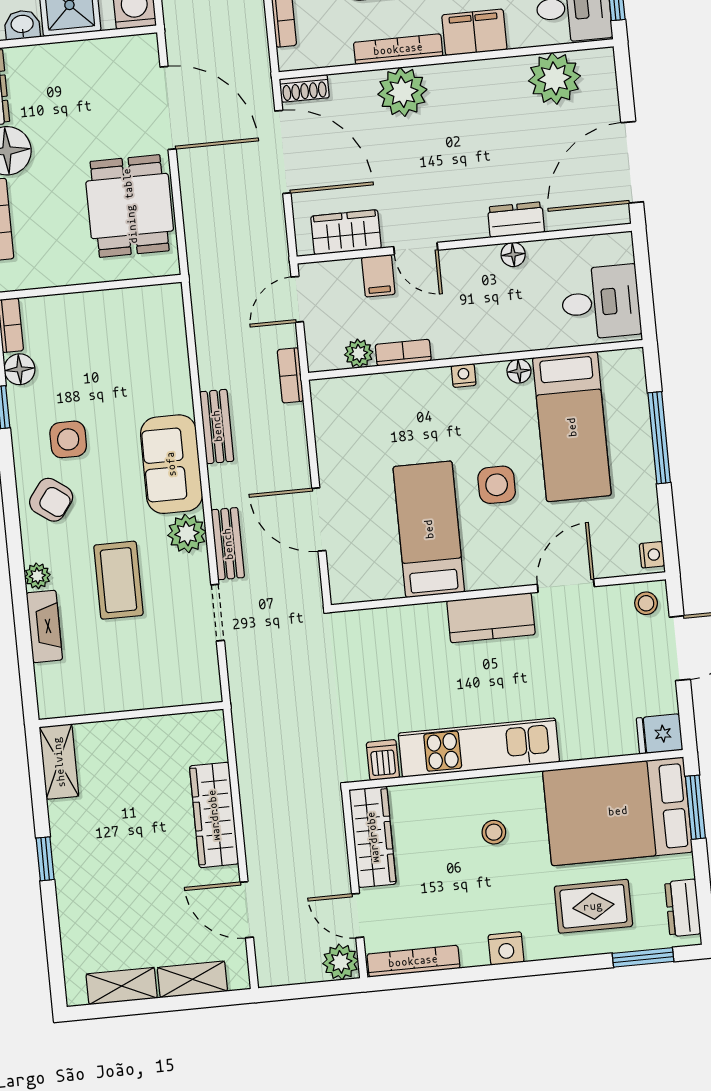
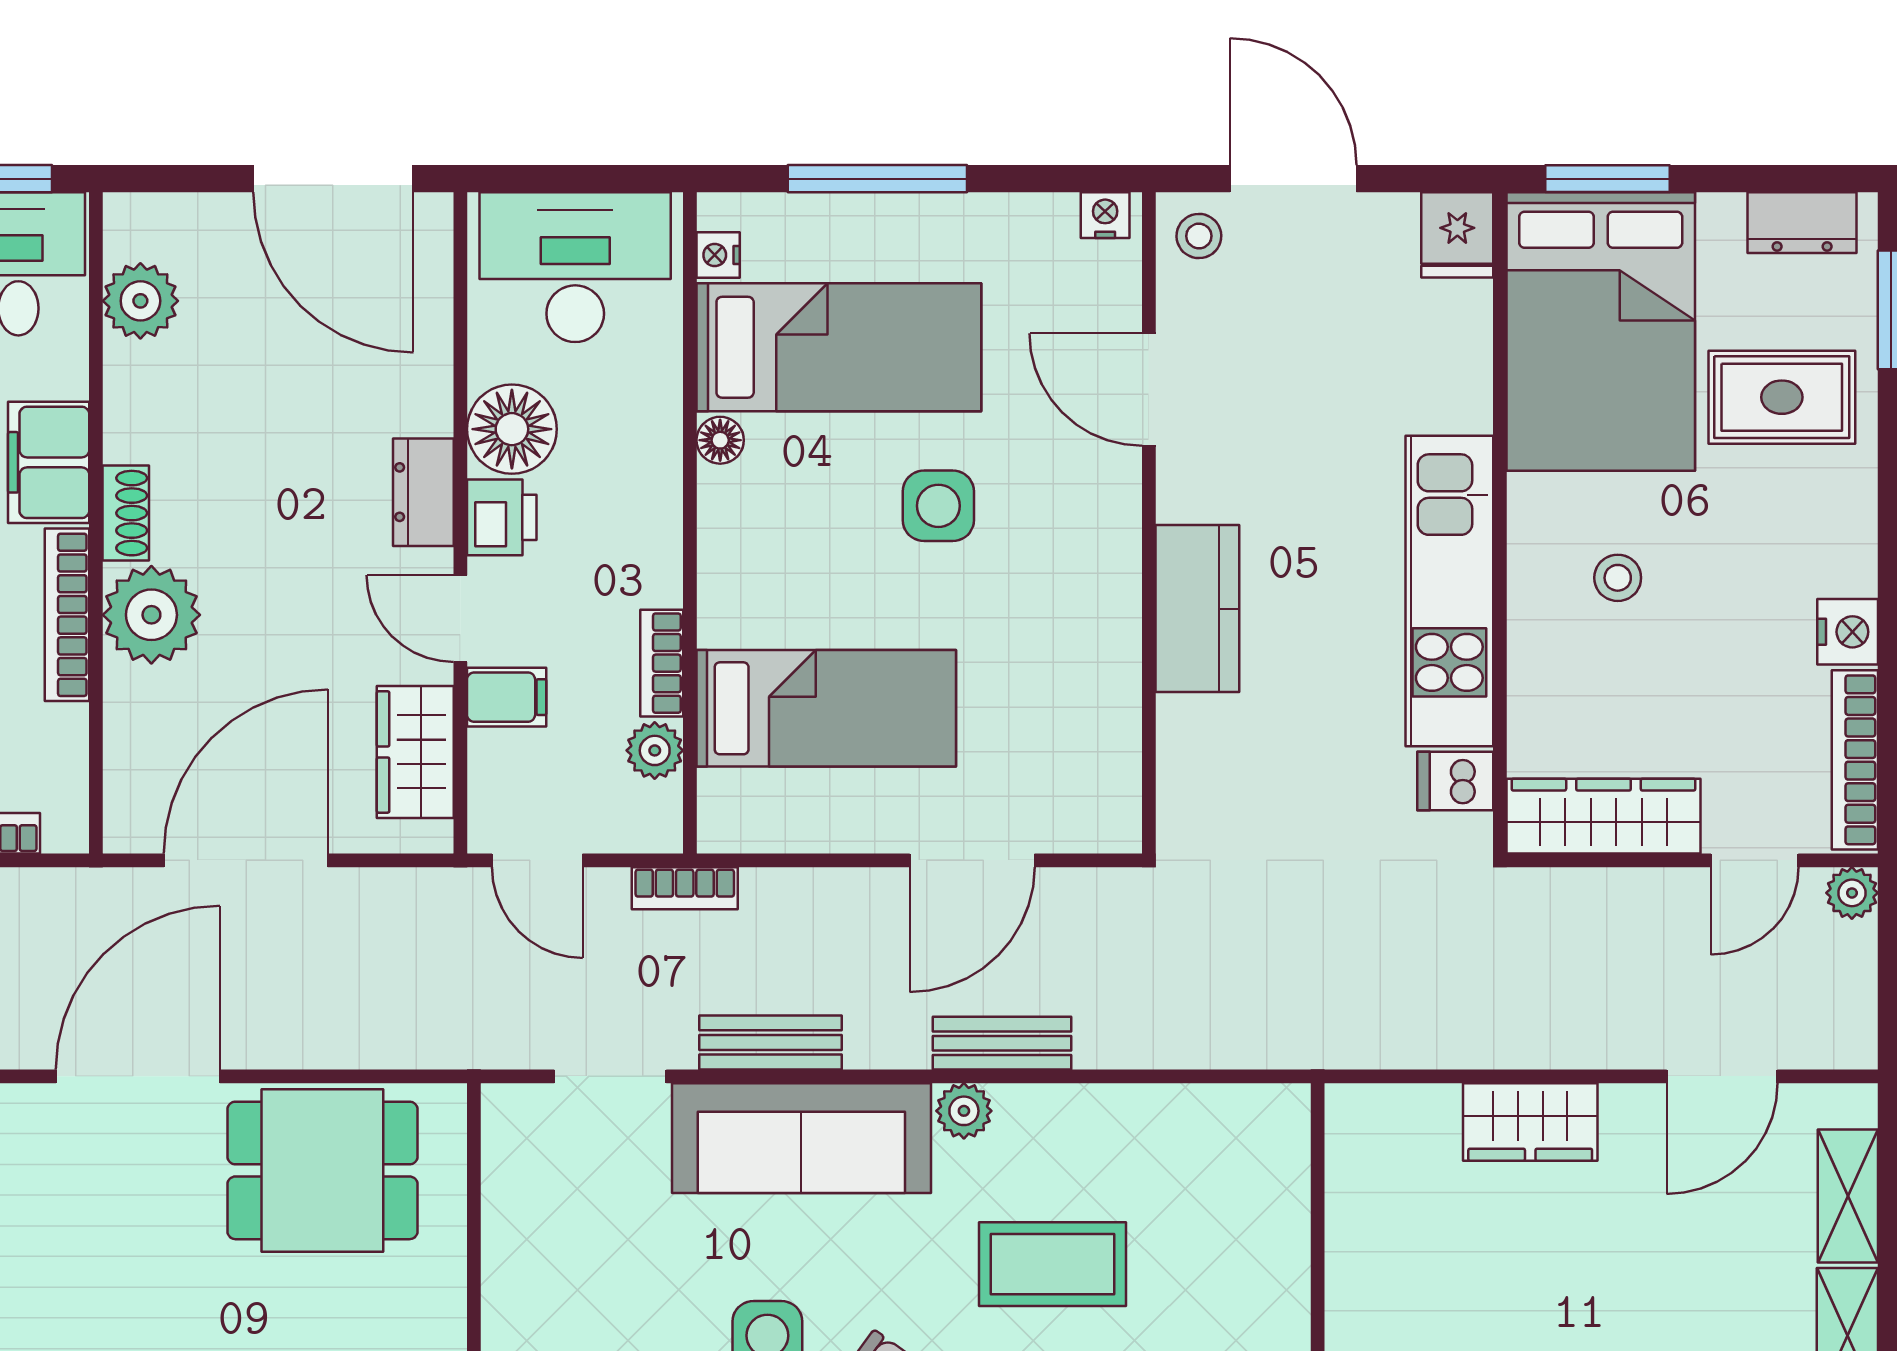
plant: (554, 78) -> (140, 301), width x0.73, depth x0.73
shoe rack: (304, 88) -> (126, 513), moved
dresser: (516, 220) -> (423, 492), moved
door: (416, 248) -> (460, 619), swing flipped
floor lamp: (513, 254) -> (512, 429), width x1.89, depth x1.89
printer: (469, 264) -> (502, 517), added
desk: (601, 302) -> (575, 267), width x1.37
nightstand: (464, 375) -> (718, 255), moved
sofa: (171, 464) -> (801, 1138), width x1.36
bed: (429, 529) -> (826, 708), moved, turned 180
plant: (187, 534) -> (964, 1111), width x0.73, depth x0.73
doorway: (218, 613) -> (610, 1076), moved
kitchen counter: (491, 618) -> (1197, 609), moved
wardrobe: (214, 815) -> (1530, 1122), width x0.67
rug: (593, 906) -> (1782, 397), turned 90
nightstand: (506, 948) -> (1848, 632), moved
plant: (341, 962) -> (1852, 893), width x0.73, depth x0.73

